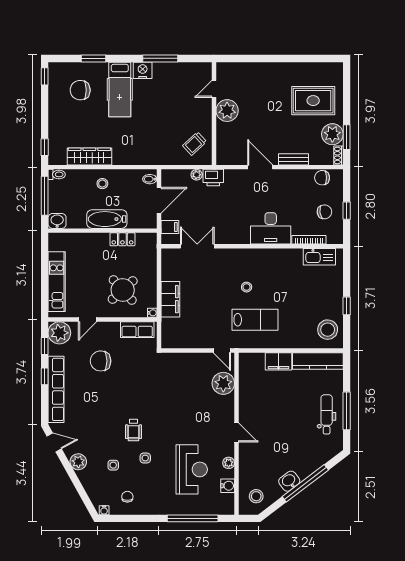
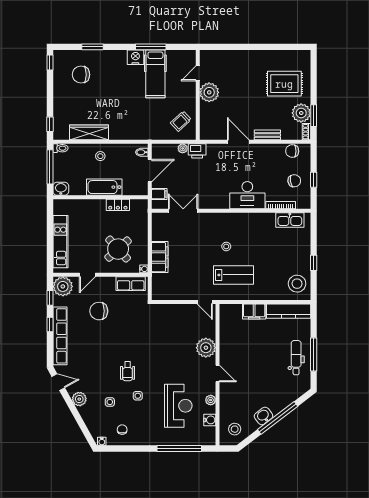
hospital bed: (120, 89) -> (155, 74), moved
plant: (223, 383) -> (206, 348), moved

